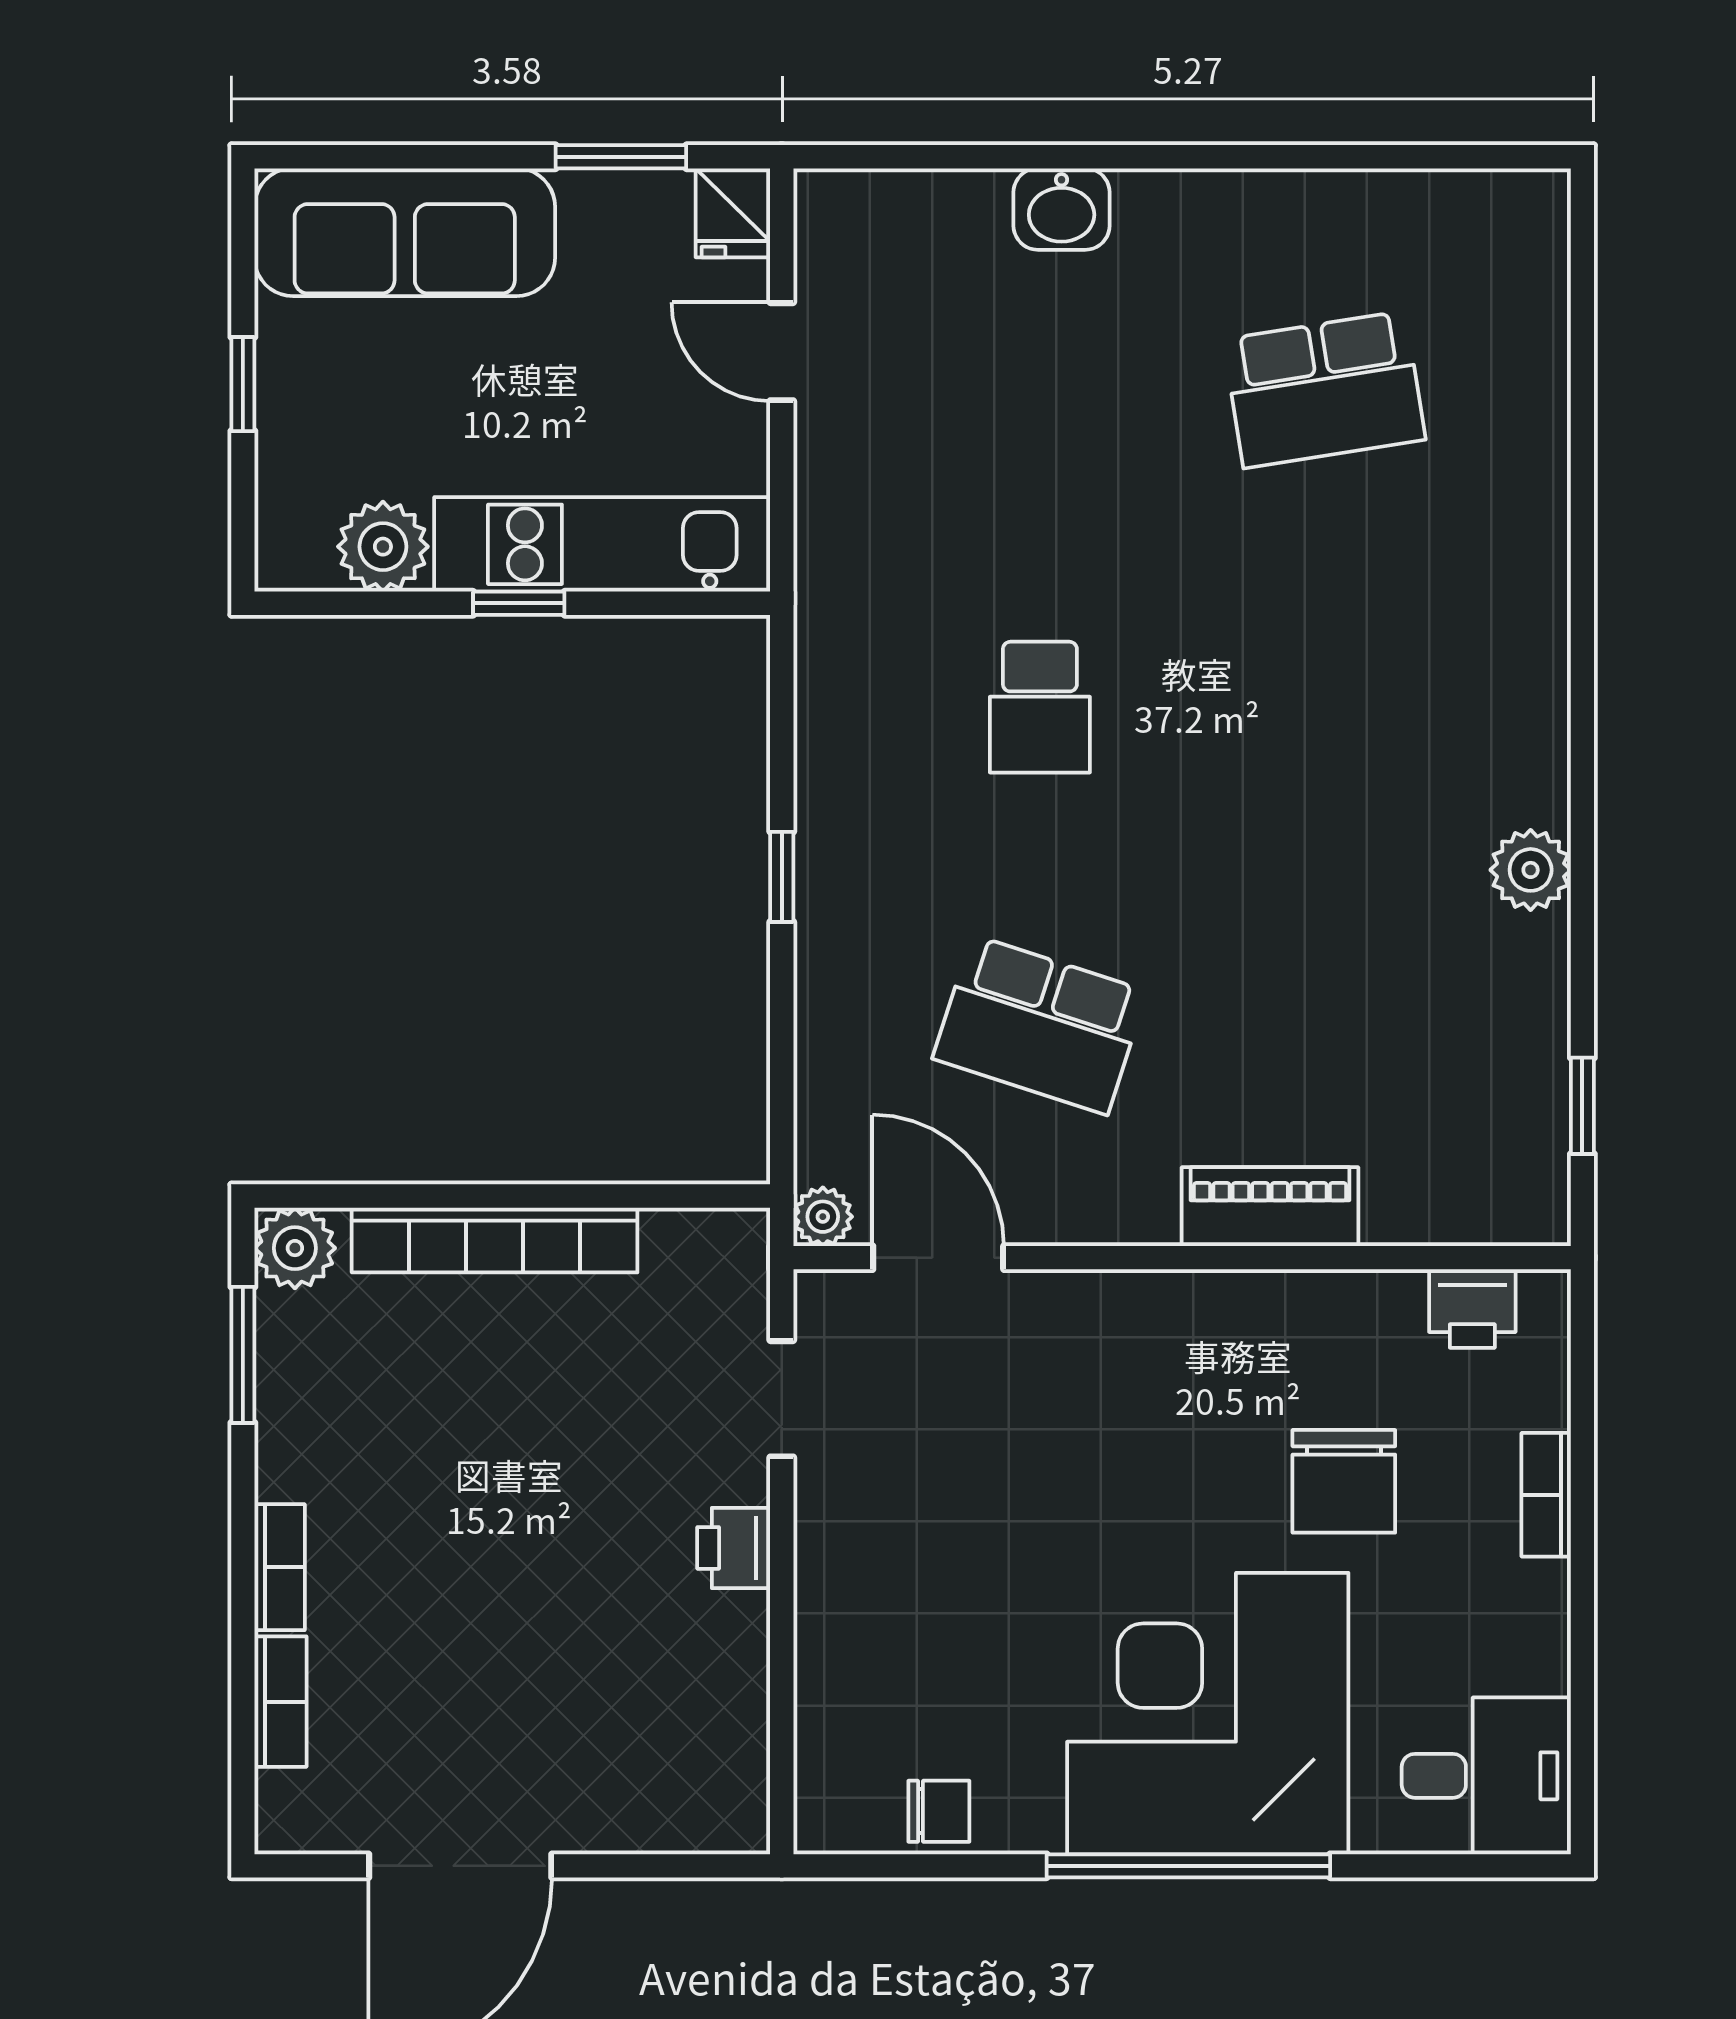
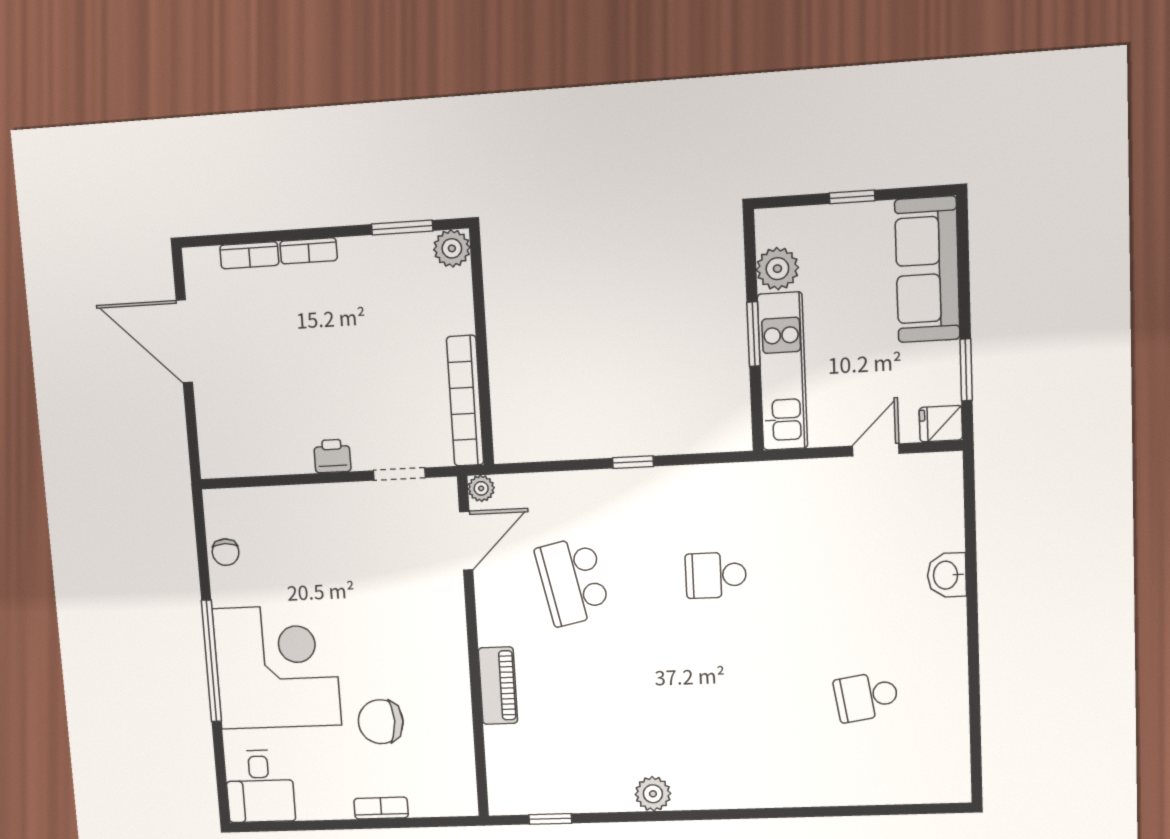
school desk: (1324, 390) -> (866, 697), width x0.54
window: (519, 603) -> (753, 334), width x1.50
school desk: (1040, 1025) -> (572, 581), turned -30
bookcase: (495, 1240) -> (465, 401), moved
printer: (1472, 1308) -> (459, 774), removed

